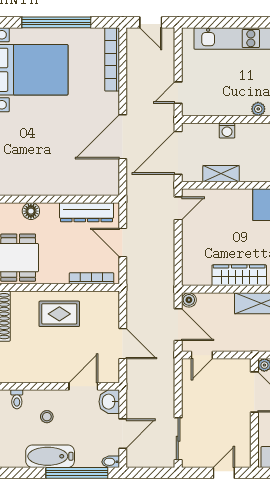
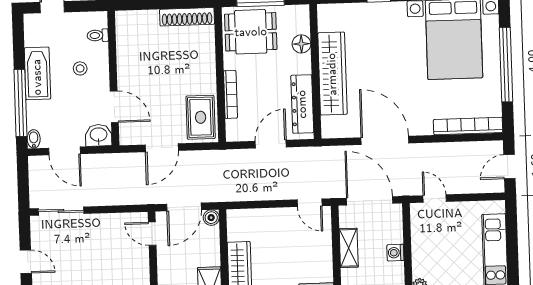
wardrobe: (59, 183) -> (332, 74), added
bookcase: (92, 278) -> (230, 94), moved
rug: (59, 314) -> (201, 117), moved

